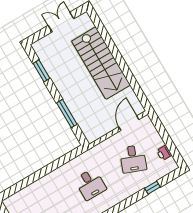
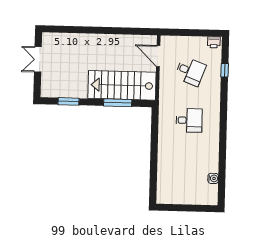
stairs: (101, 63) -> (122, 85), moved, turned 180
printer: (164, 153) -> (214, 42), moved

